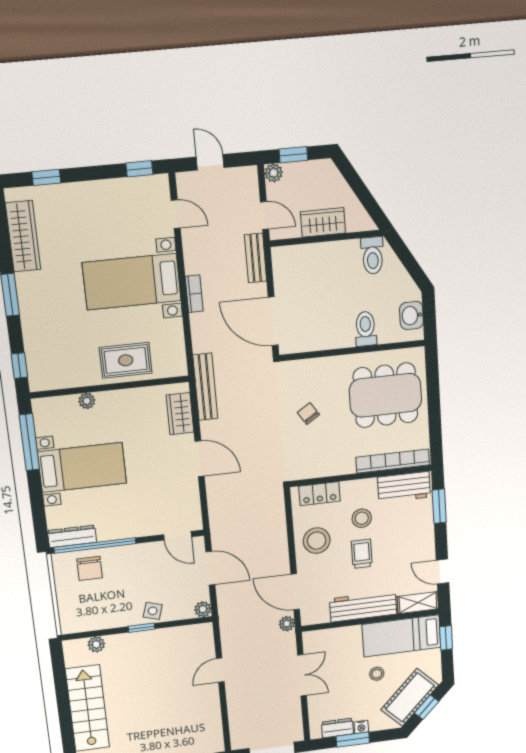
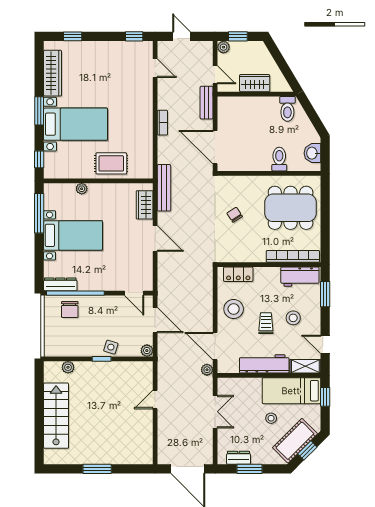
bed with nightstands: (132, 282) -> (76, 124), moved, turned 180
stool: (362, 518) -> (293, 318), moved
nightstand: (361, 727) -> (257, 459), removed

